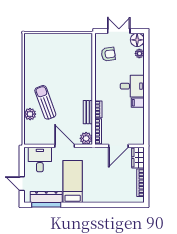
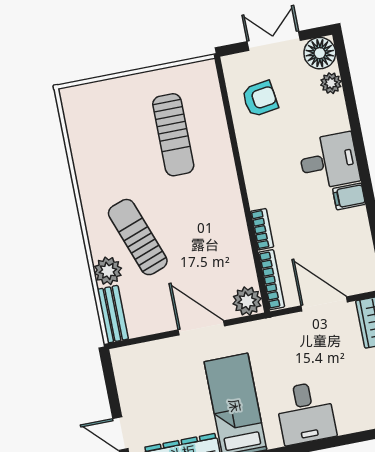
sun lounger: (69, 62) -> (173, 135), added
bench: (88, 112) -> (113, 314), moved
door: (118, 146) -> (324, 304), swing flipped
desk: (40, 160) -> (306, 413), moved, turned 180

